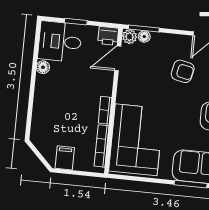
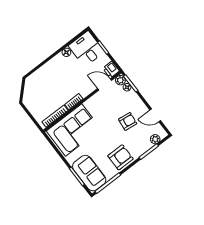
armchair: (183, 71) -> (128, 121), turned -95
filing cabinet: (65, 158) -> (33, 104), removed

